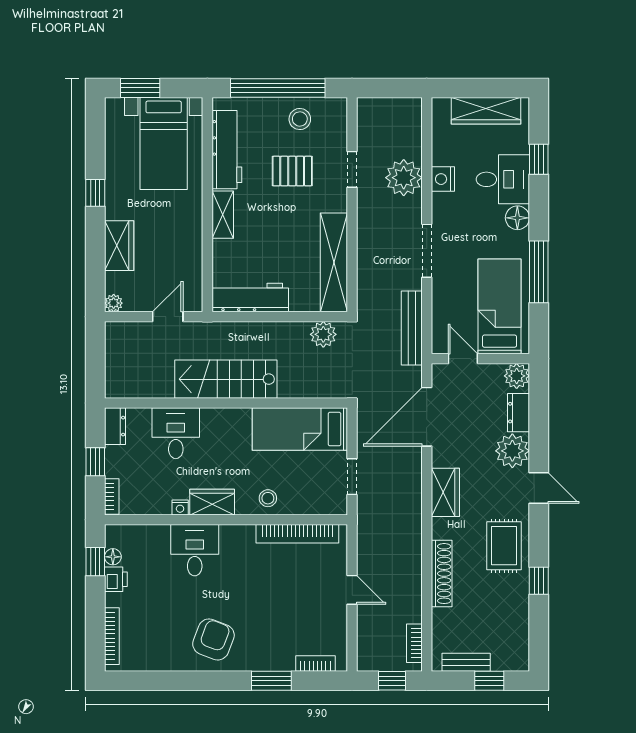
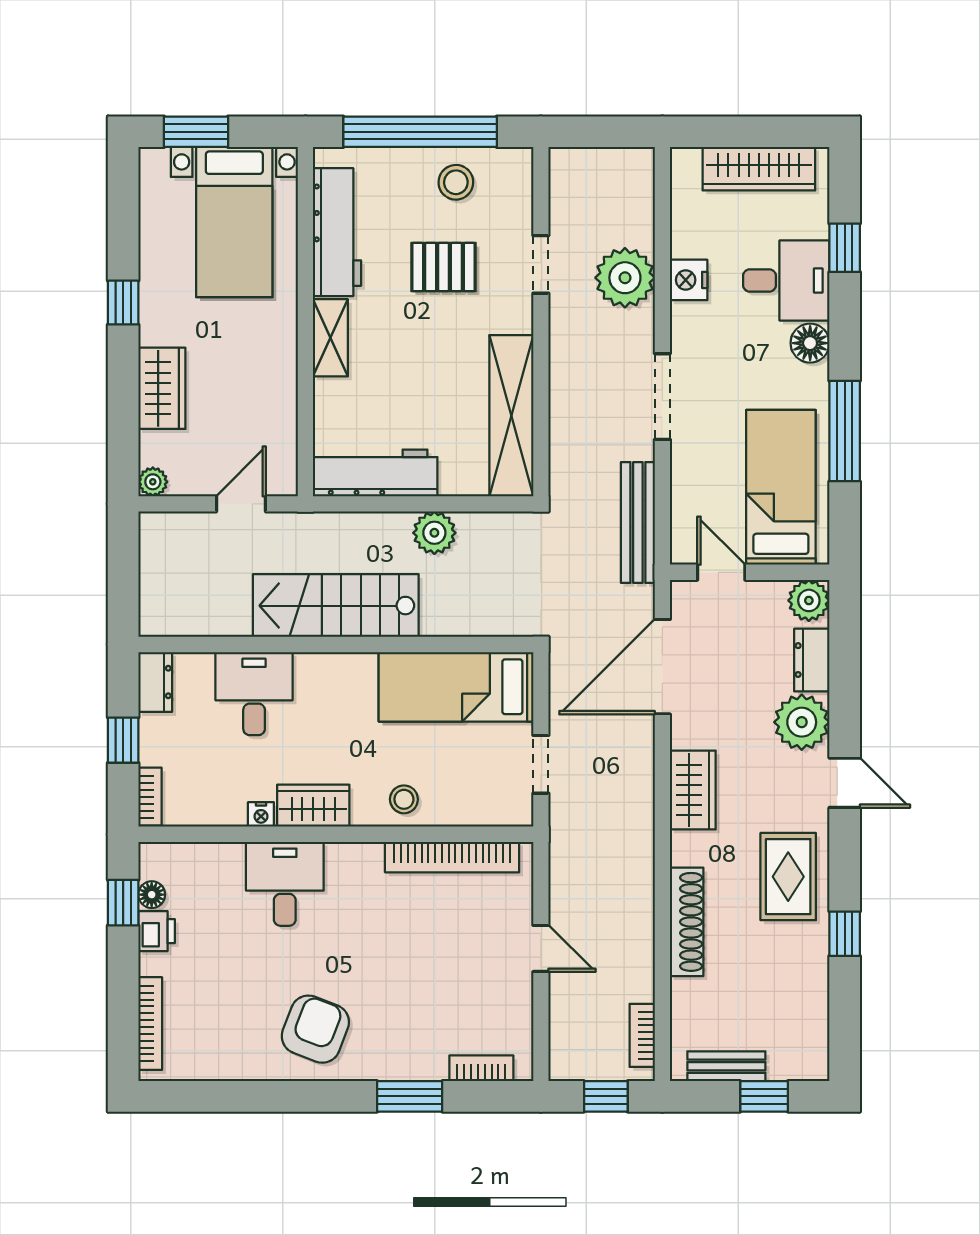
plant: (323, 334) -> (434, 533), moved

